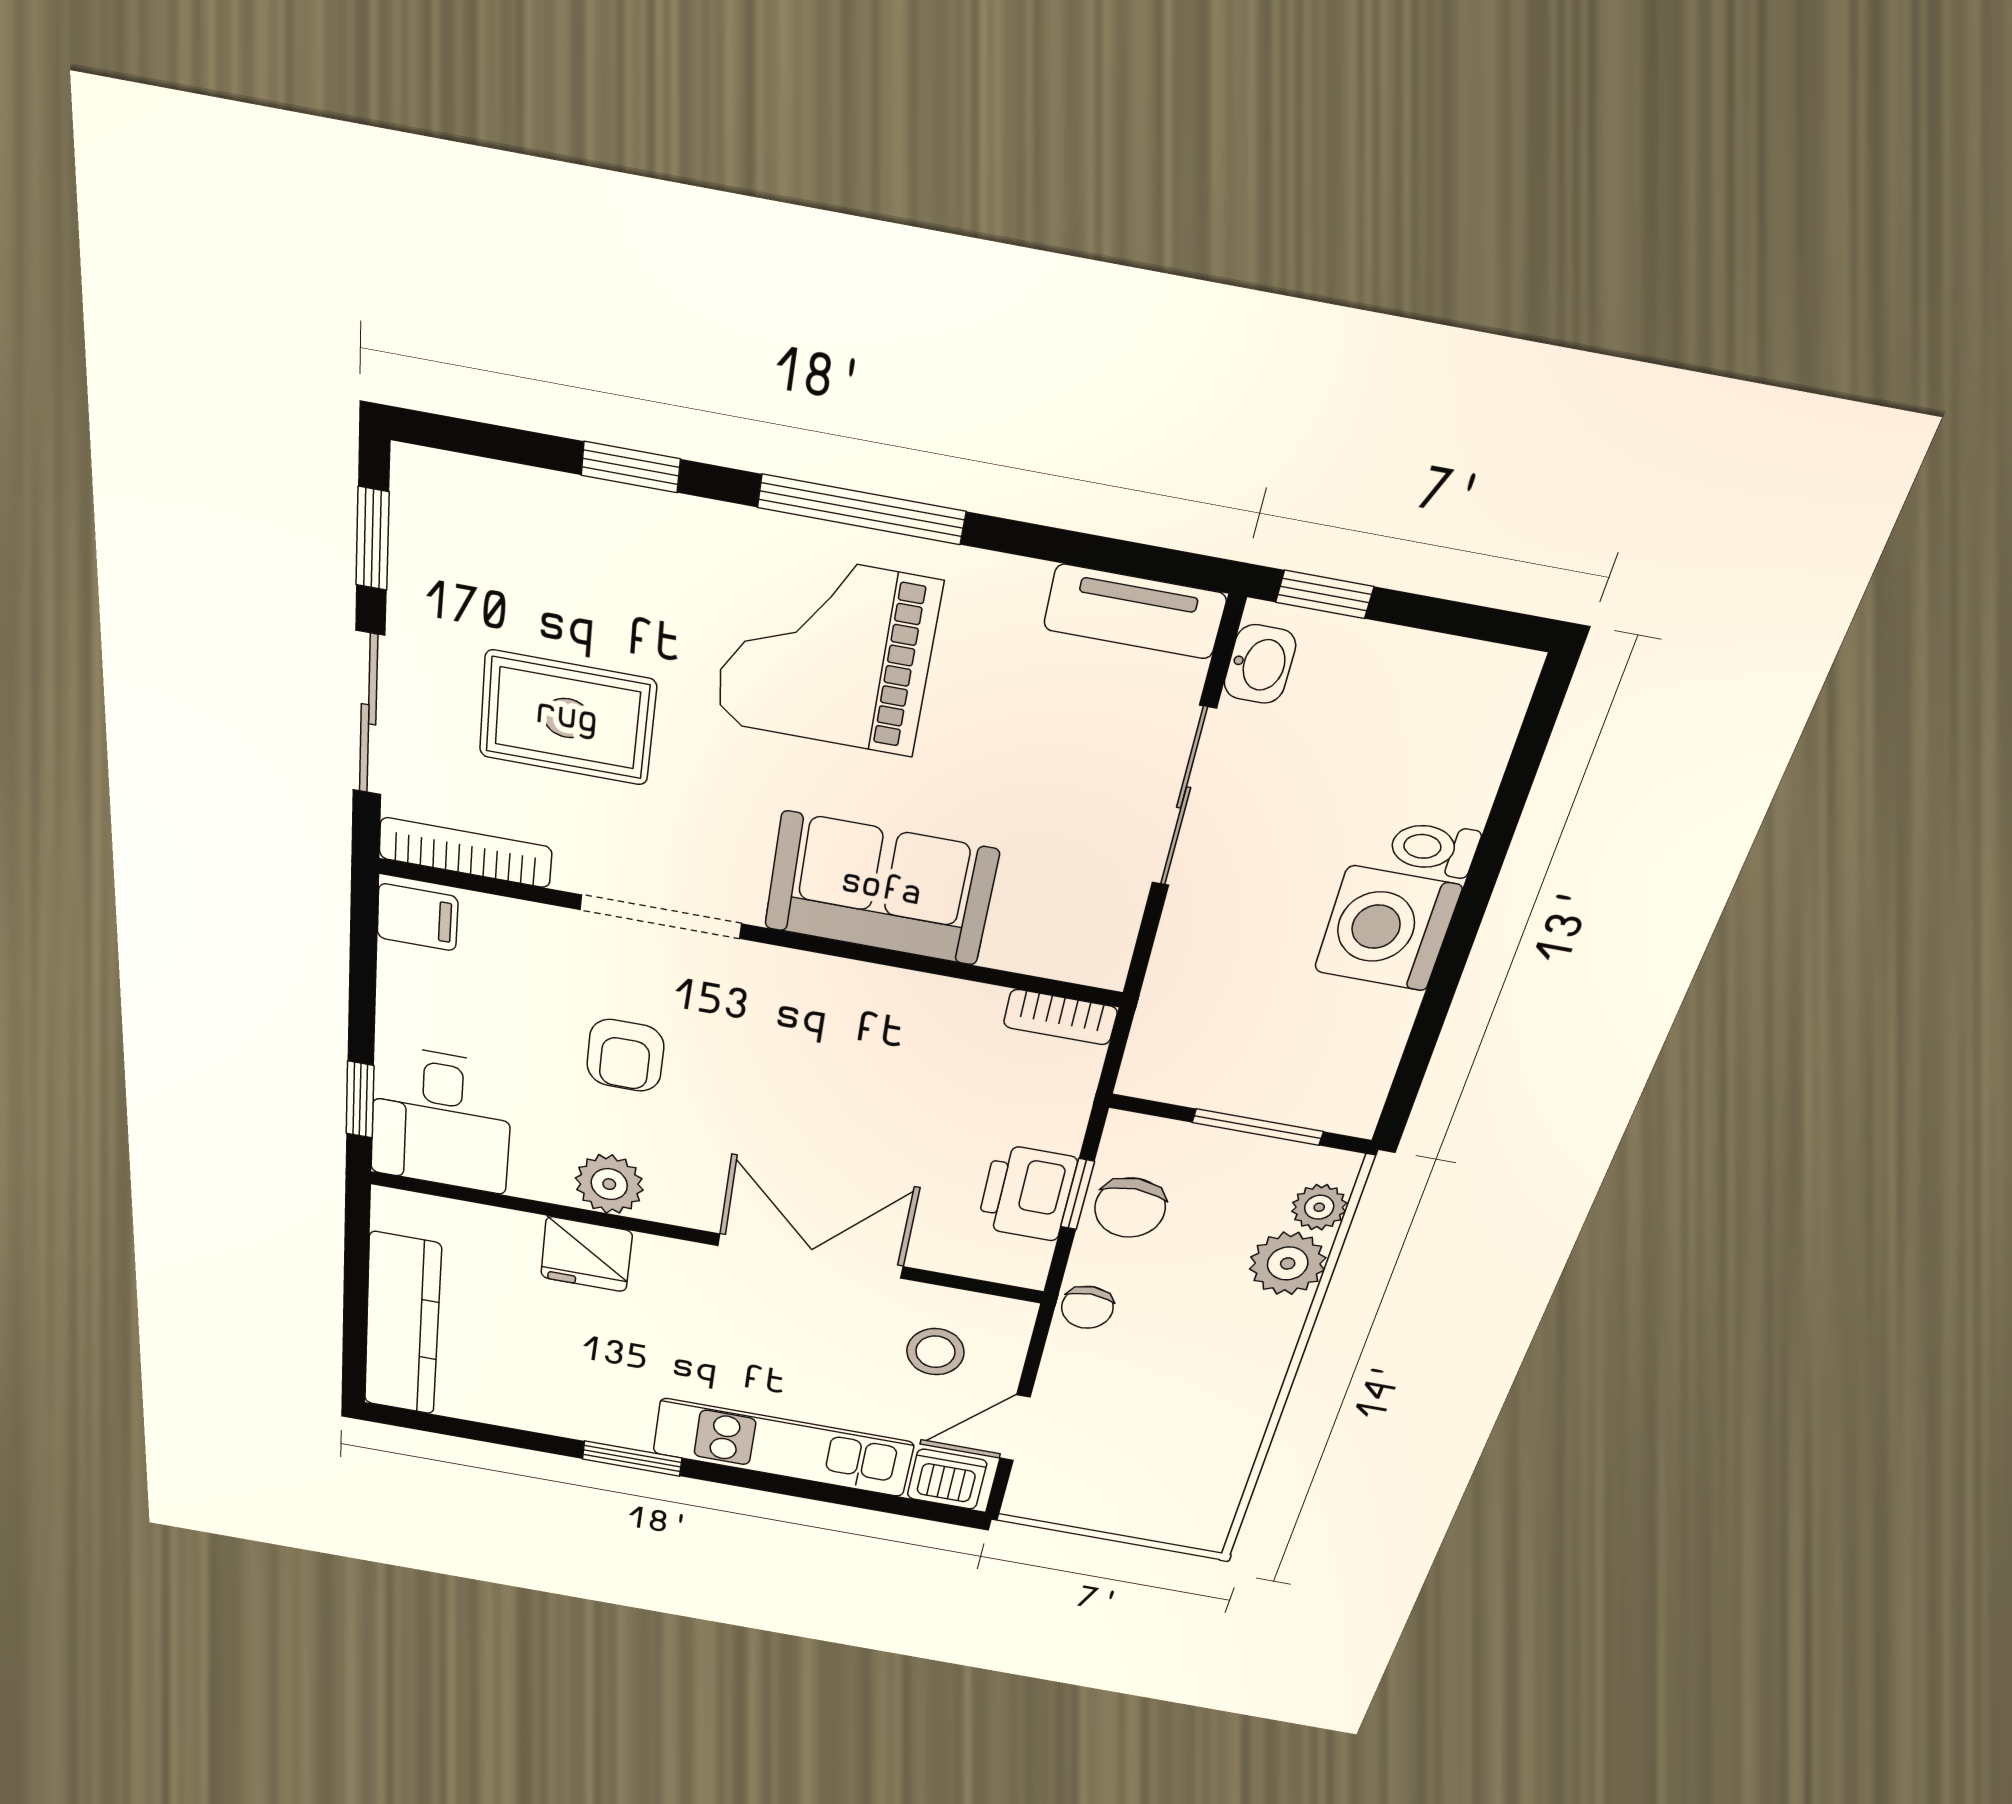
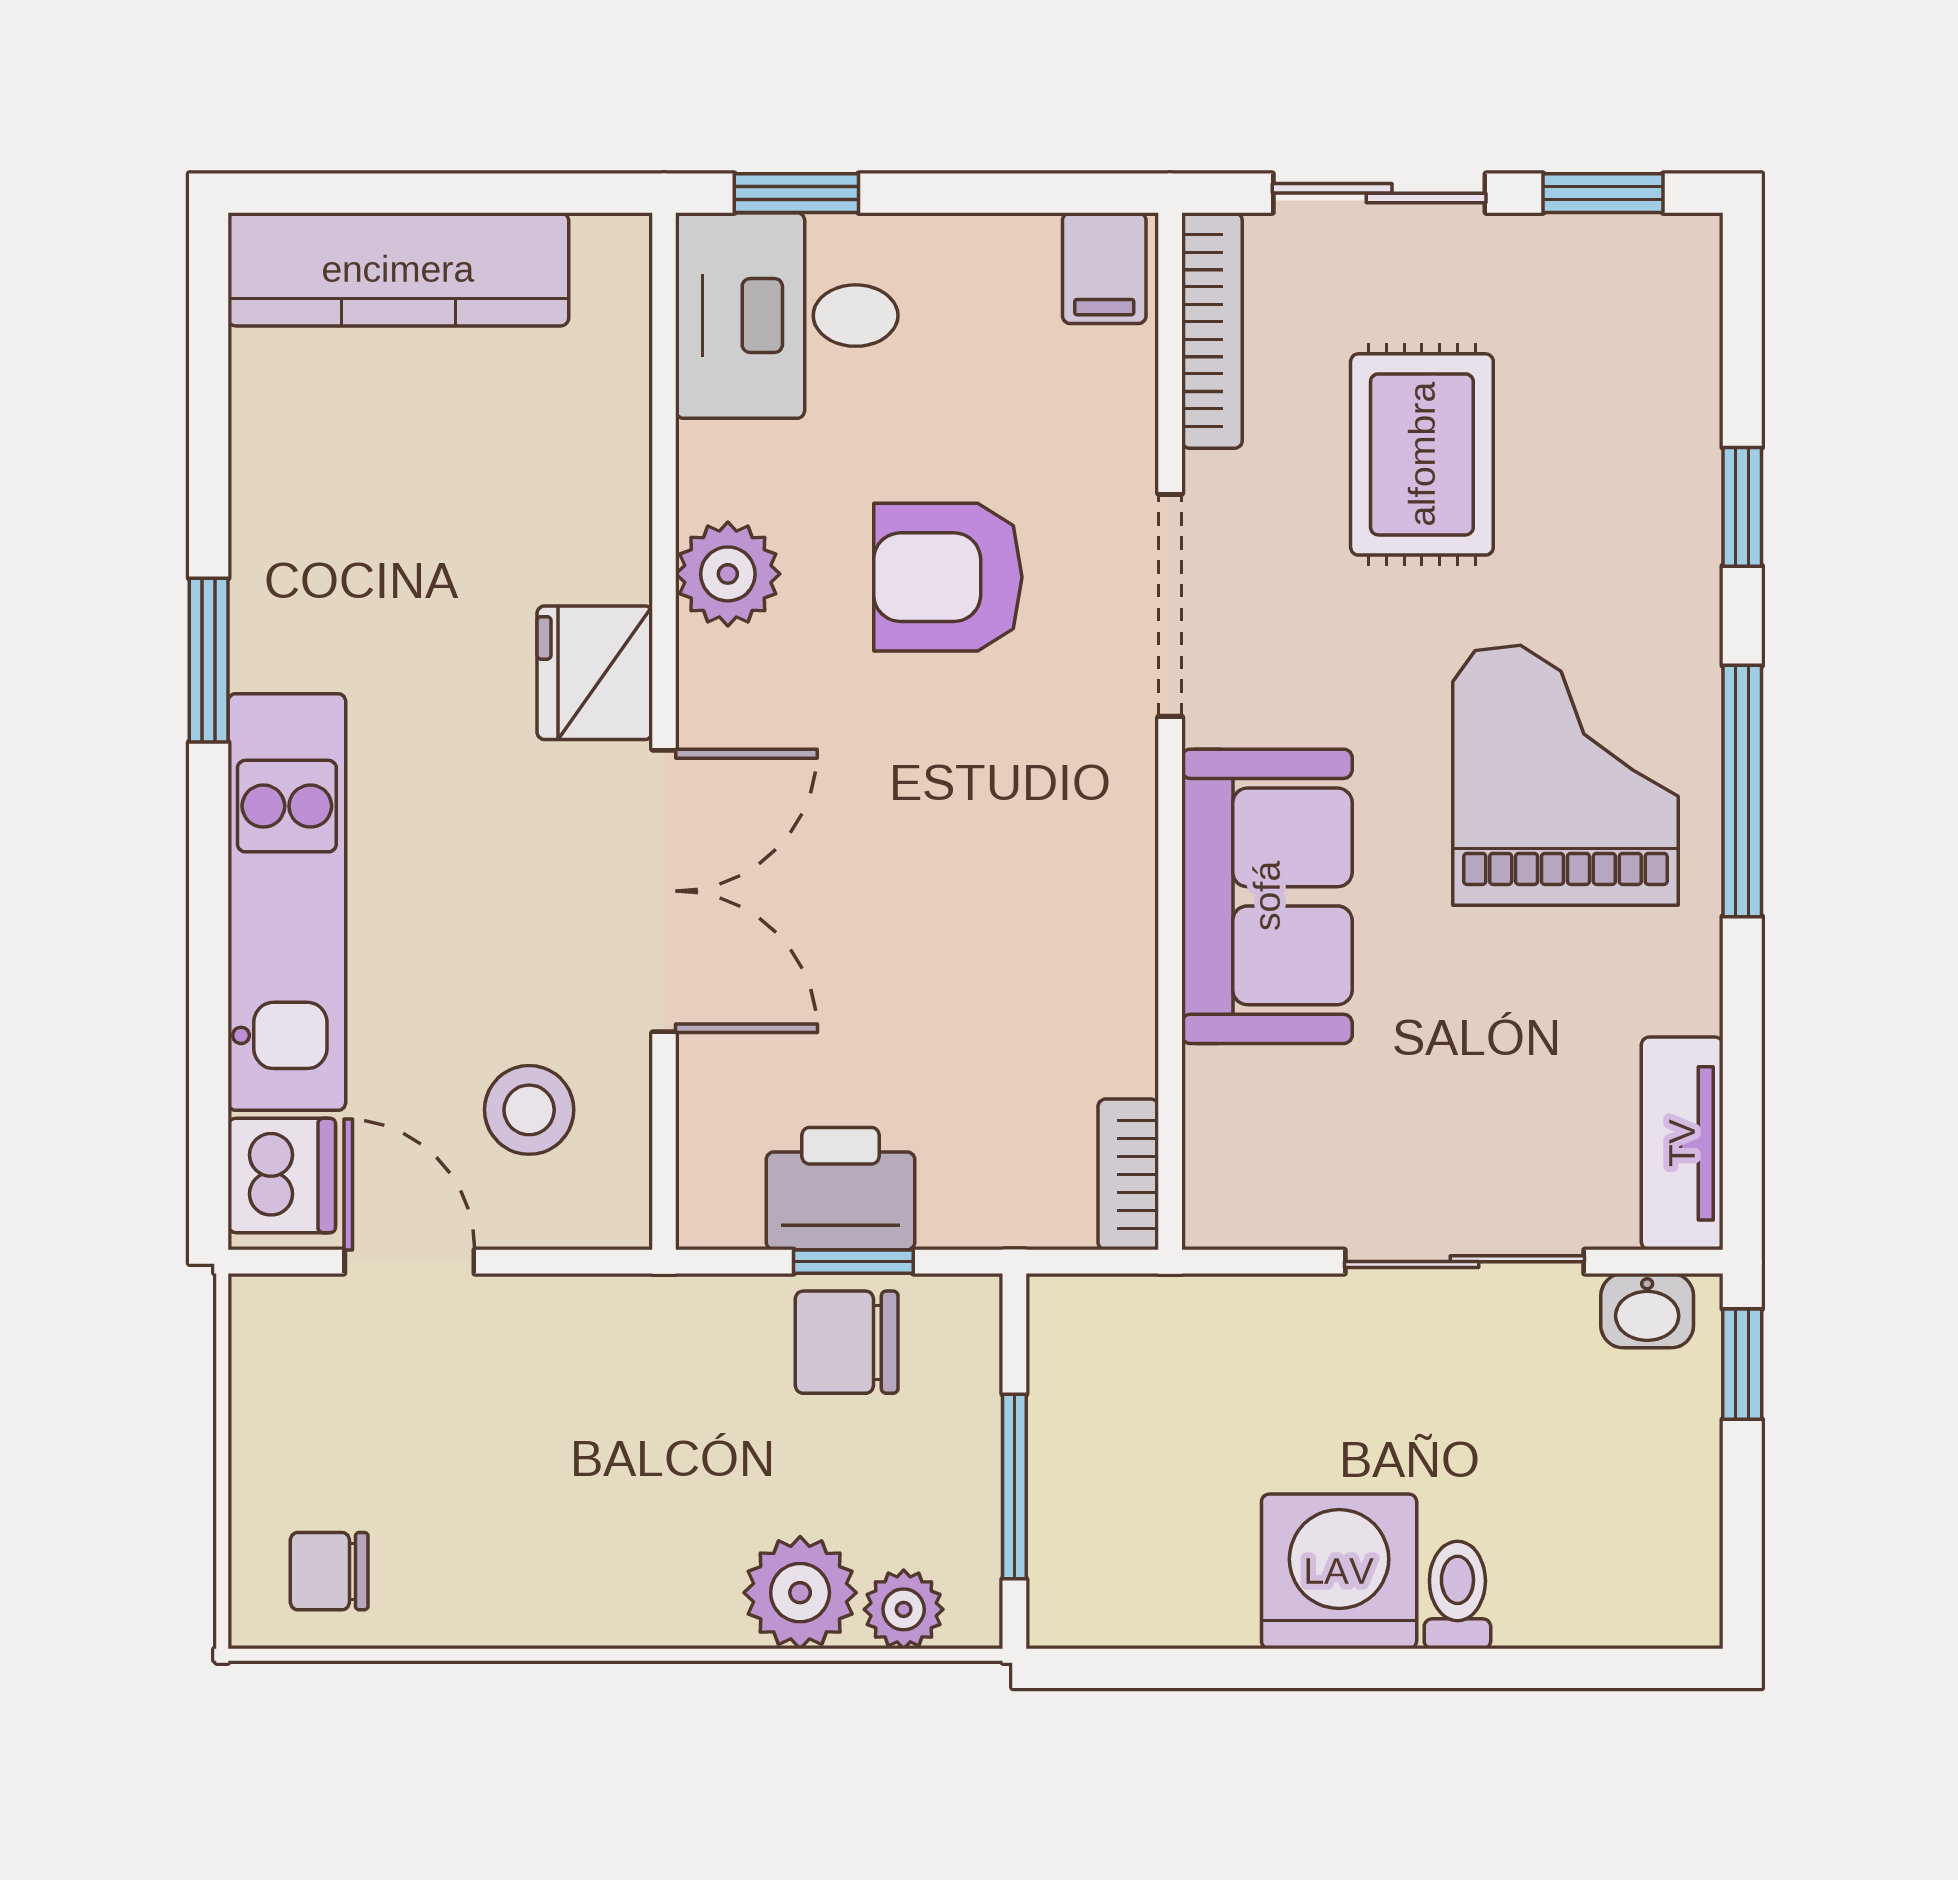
armchair: (625, 1055) -> (948, 577), width x1.38, depth x1.38
fridge: (586, 1254) -> (595, 673), moved
chair: (1087, 1307) -> (329, 1571), moved

